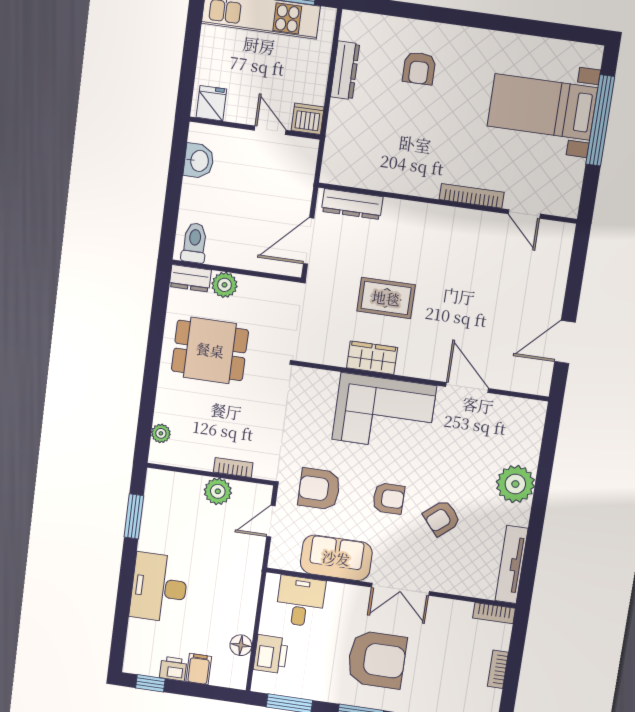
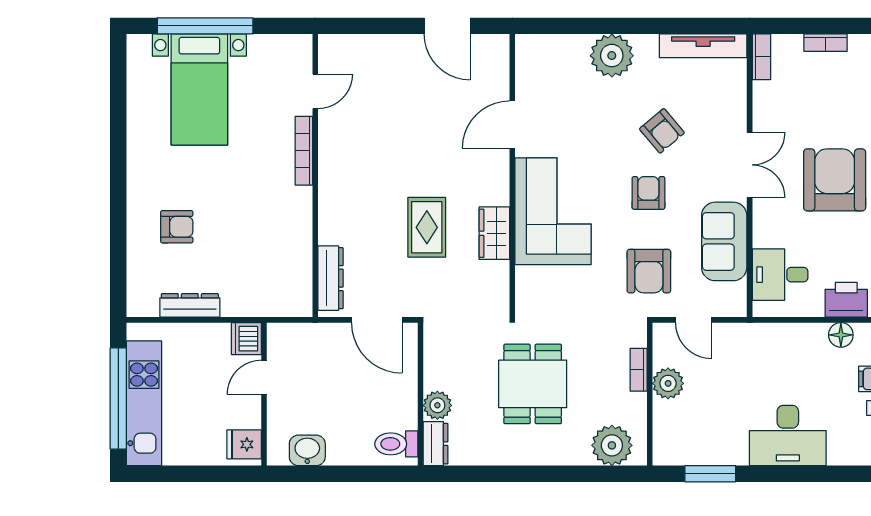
dining table: (210, 350) -> (533, 384), moved
plant: (161, 433) -> (612, 445), width x1.88, depth x1.88

